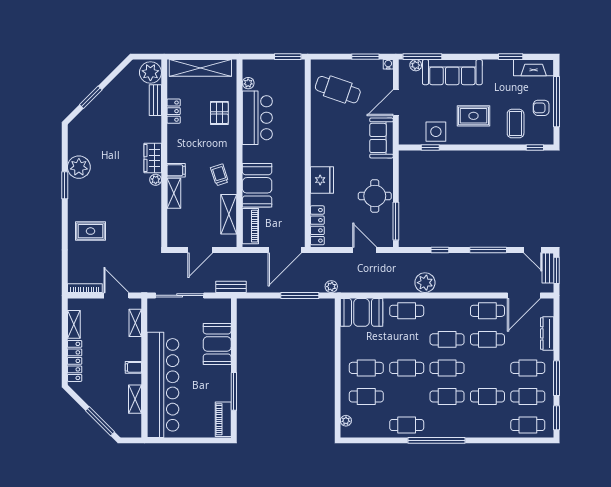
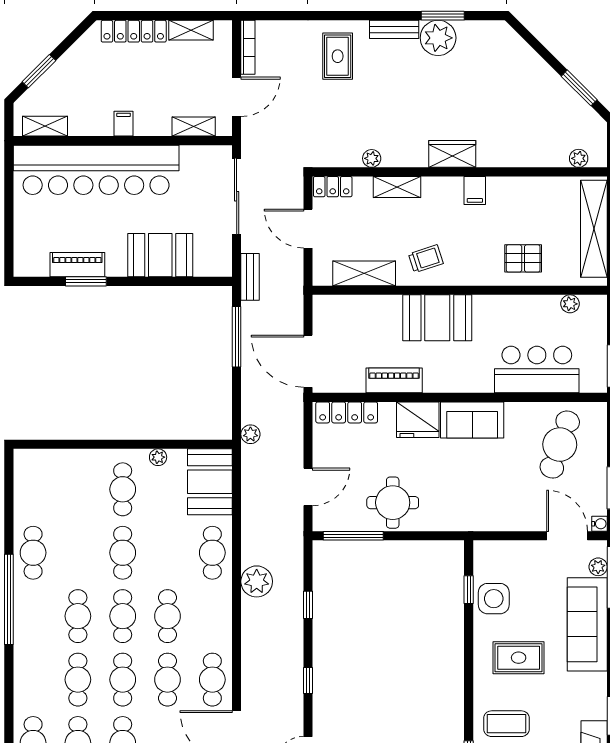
plant: (150, 73) -> (579, 158), width x0.53, depth x0.53
window: (91, 97) -> (579, 88), moved
bench: (155, 100) -> (394, 29), moved
door: (396, 103) -> (567, 536), moved
locker: (174, 111) -> (333, 187), moved
rug: (474, 116) -> (519, 658), turned 90
bar counter: (257, 118) -> (537, 370), moved, turned 180
sofa: (381, 138) -> (472, 420), moved, turned 180
filing cabinet: (176, 170) -> (475, 191), moved
plant: (156, 180) -> (372, 158), moved
window: (65, 185) -> (443, 16), moved
booth: (257, 185) -> (437, 318), moved
piano: (250, 226) -> (394, 380), moved, turned 180
window: (488, 250) -> (308, 681), width x0.46
window: (300, 295) -> (237, 337), moved
window: (234, 391) -> (86, 281), width x0.69
cafe table: (366, 396) -> (123, 680), moved
shelving: (135, 399) -> (45, 126), moved
piano: (223, 419) -> (77, 265), moved
window: (100, 421) -> (39, 71), width x0.69
plant: (346, 421) -> (158, 457), moved

